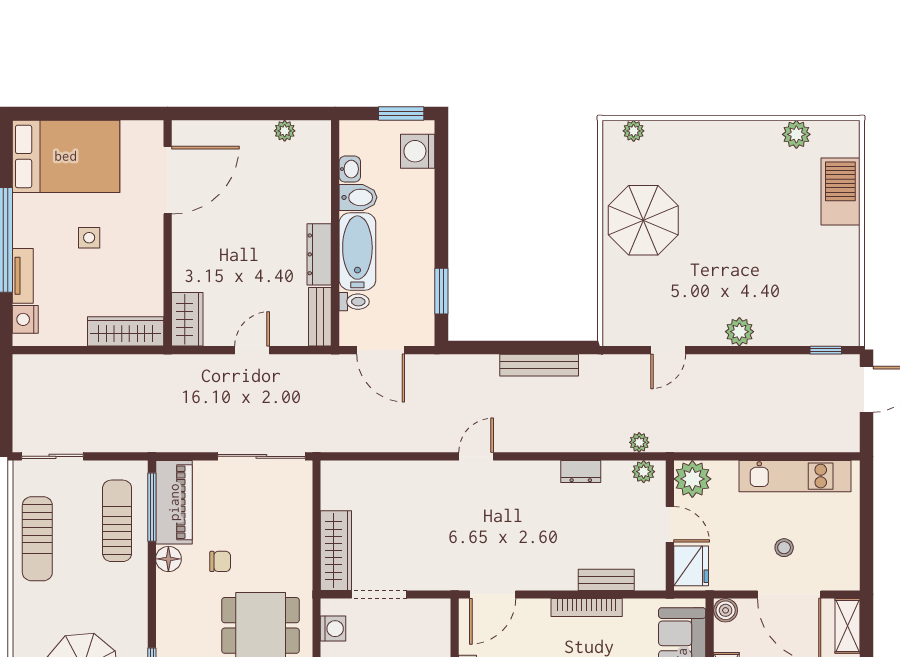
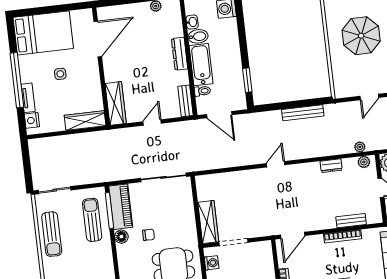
parasol: (643, 220) -> (361, 36), moved
dresser: (319, 254) -> (180, 54), moved
wardrobe: (187, 319) -> (116, 103), width x1.50

